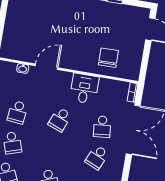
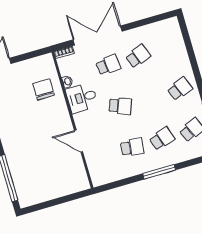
chair: (108, 58) -> (43, 89), turned 91
washbasin: (23, 68) -> (67, 81), moved
school desk: (97, 157) -> (138, 56), turned -45

